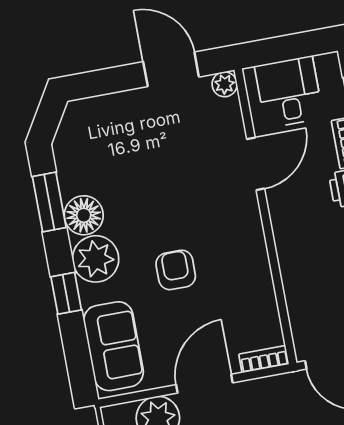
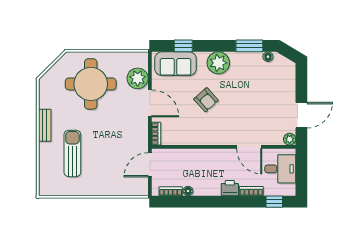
floor lamp: (84, 215) -> (268, 57), moved, width x0.53, depth x0.53
armchair: (176, 270) -> (206, 100), turned 48
window: (66, 293) -> (183, 46), moved

